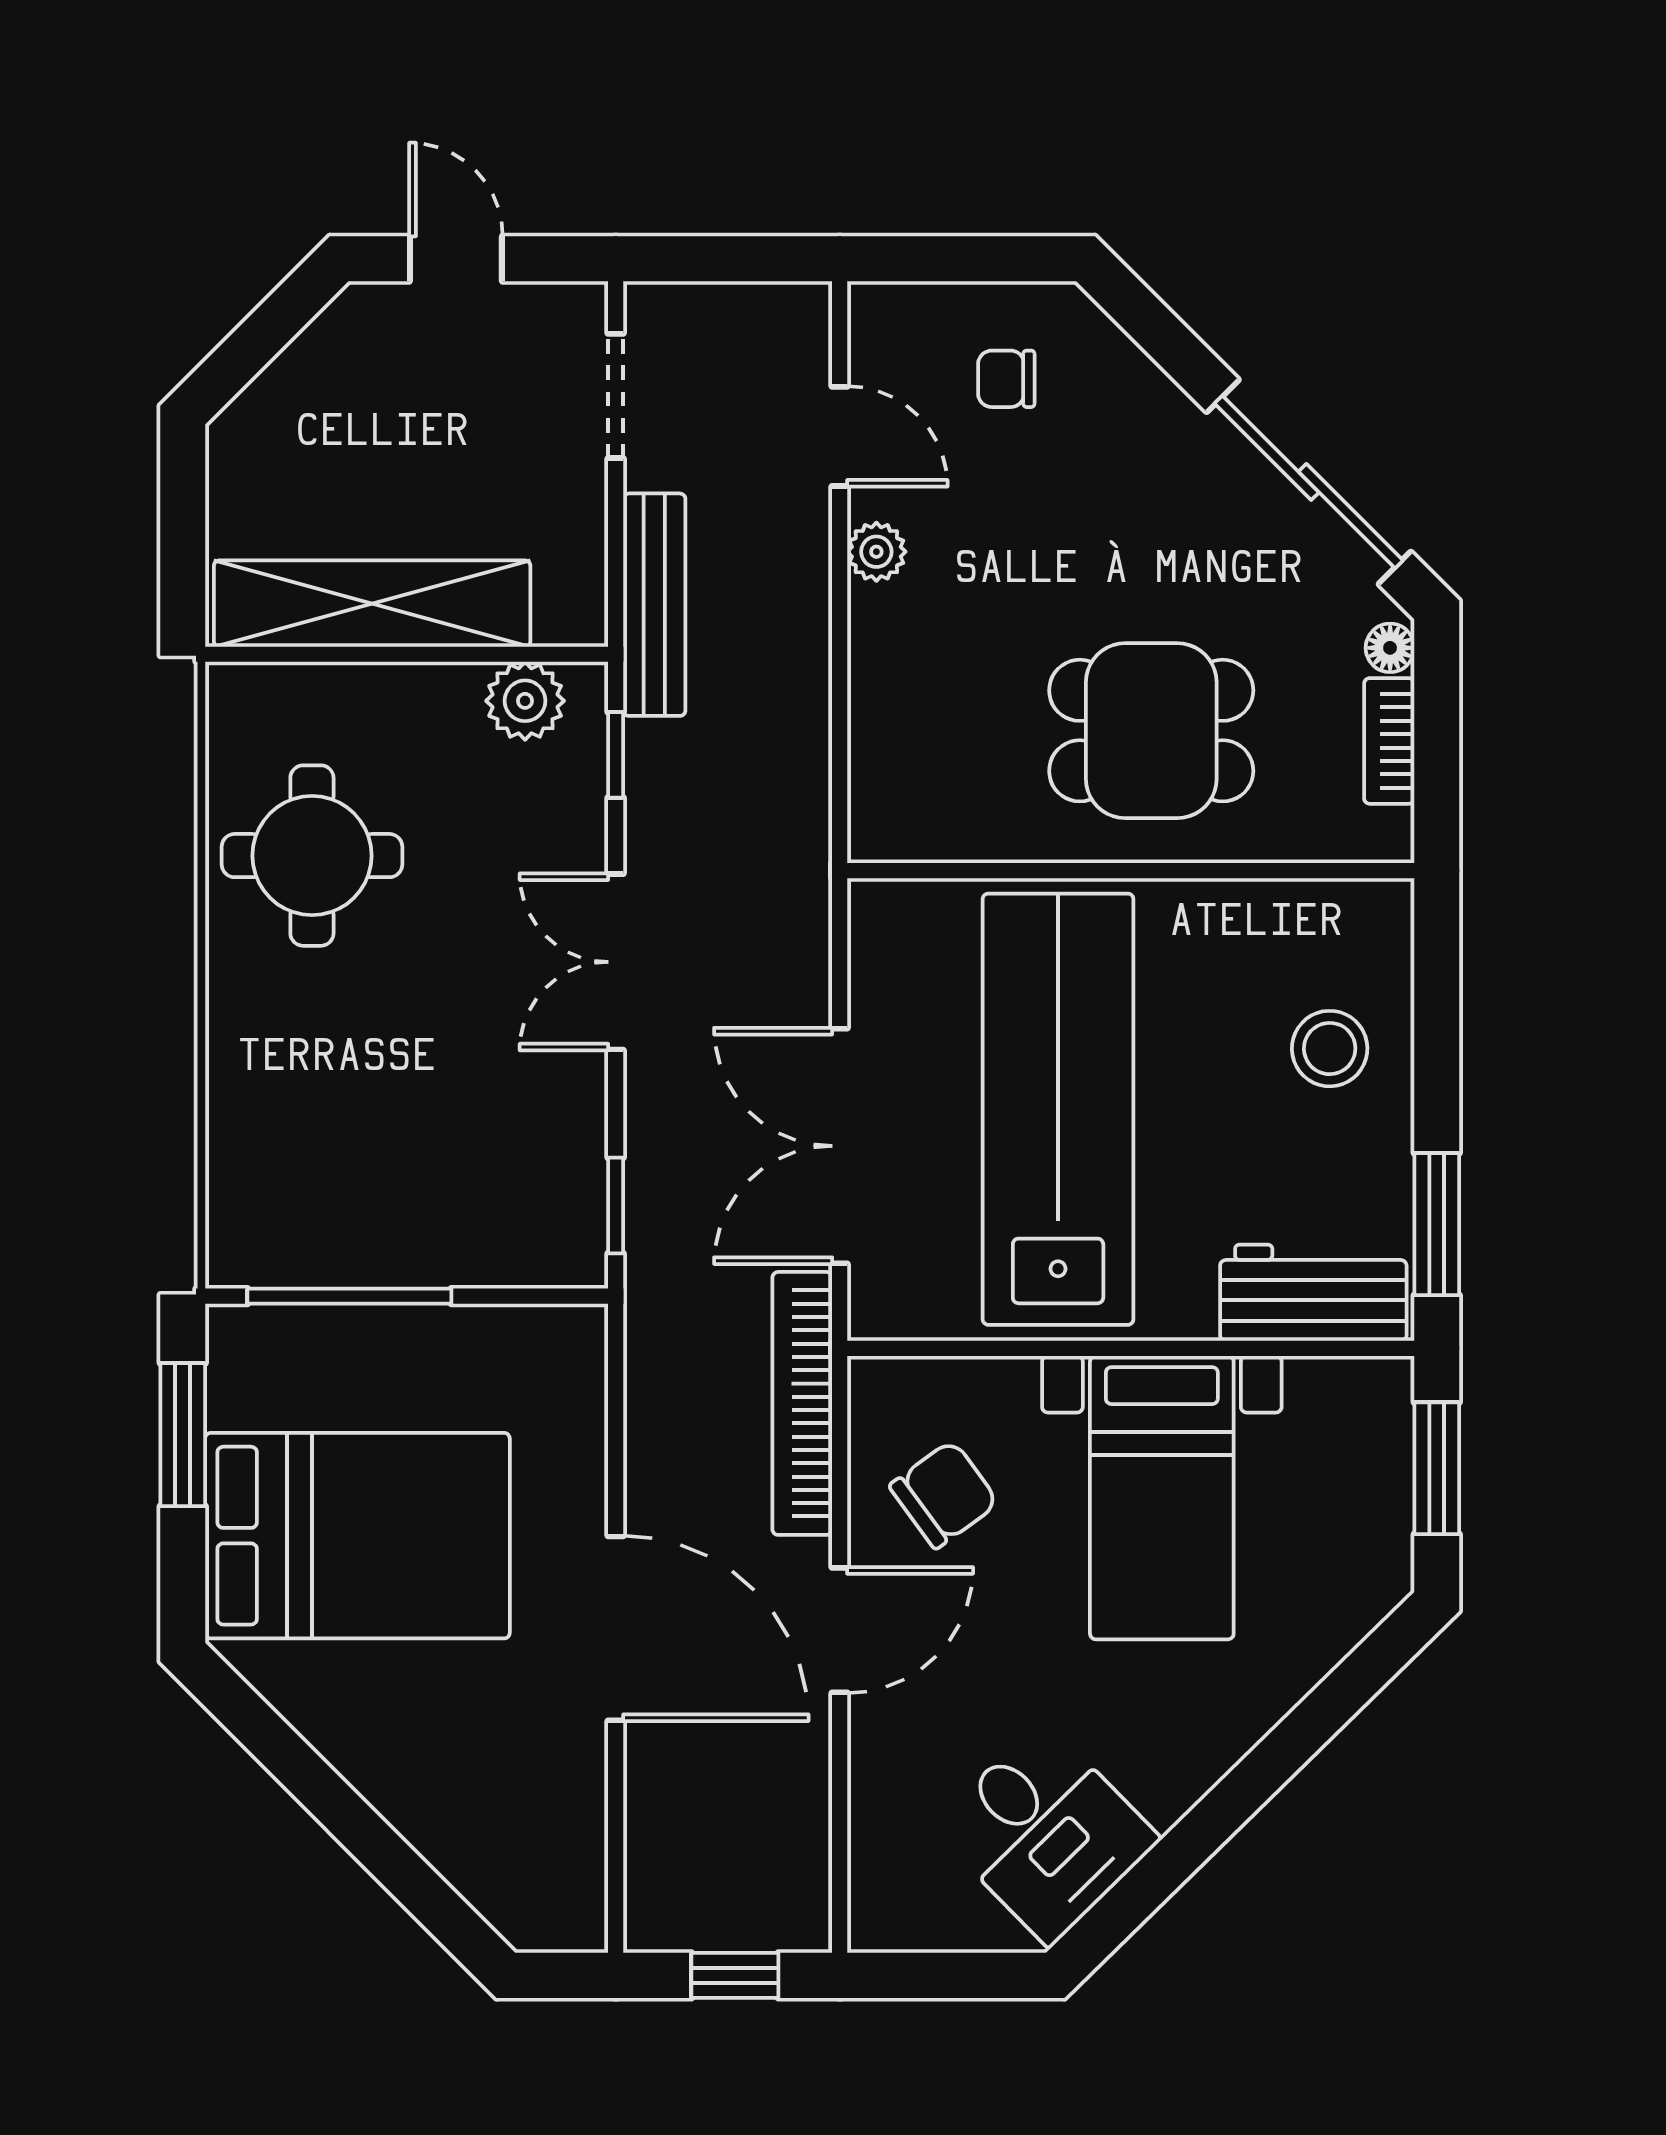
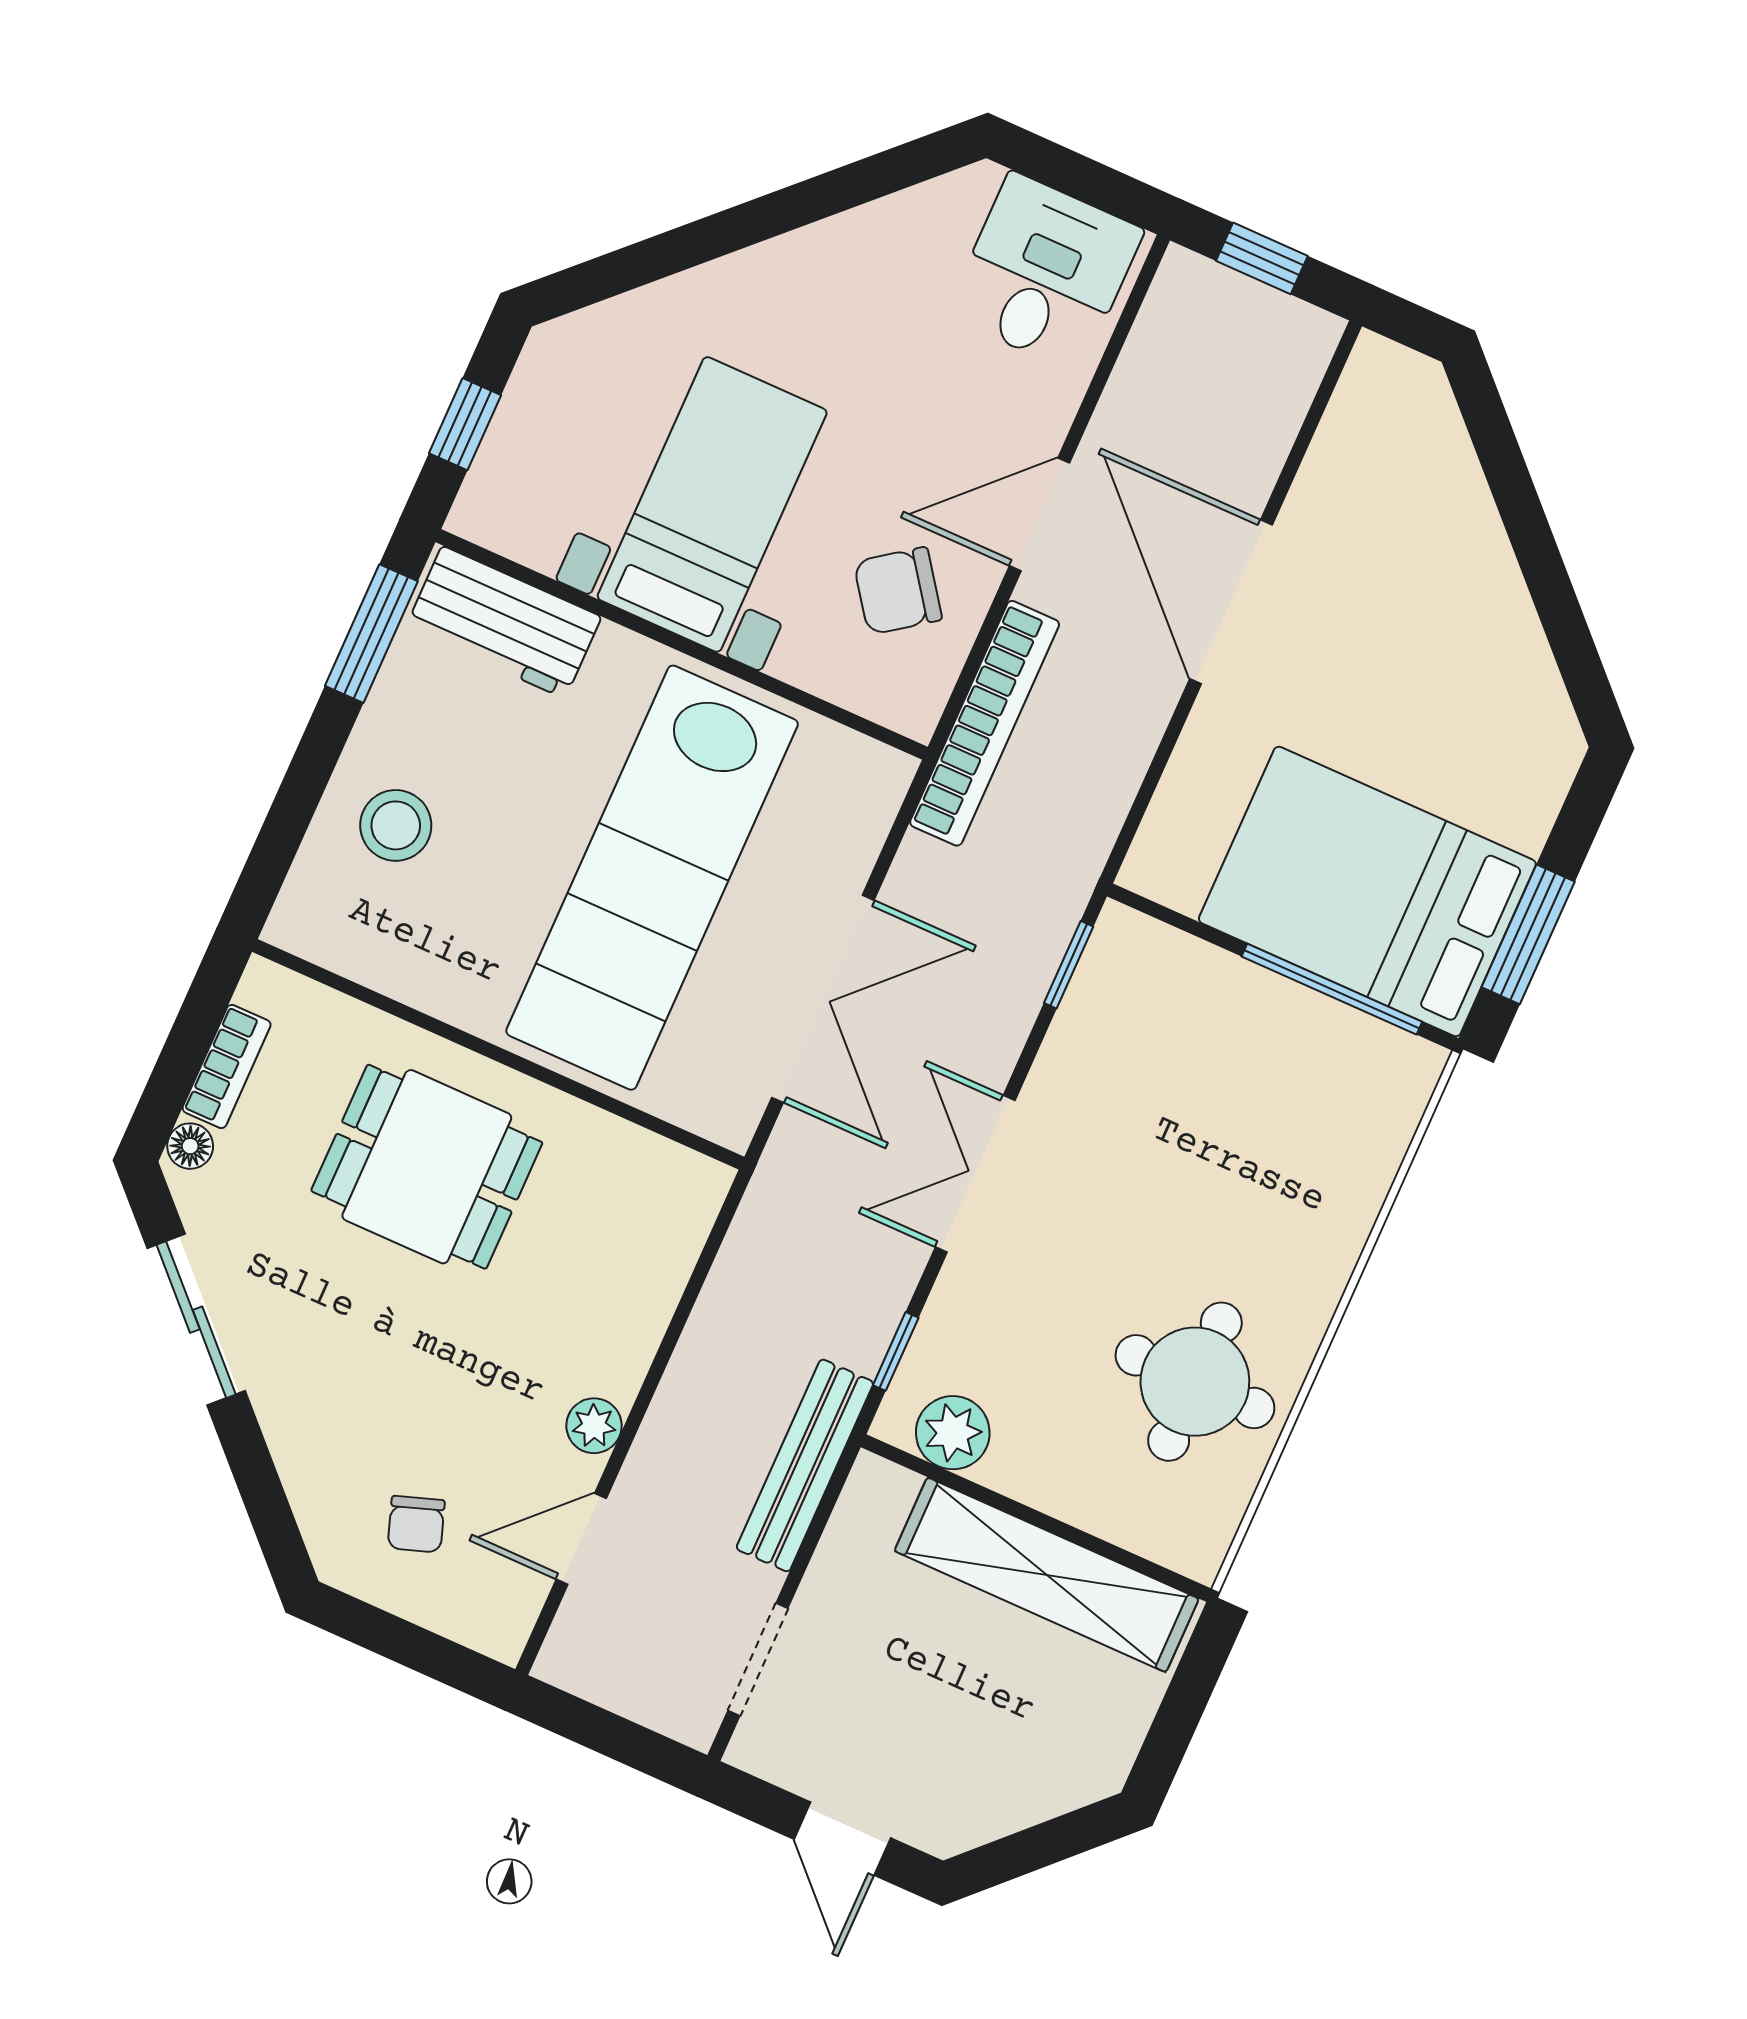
chair: (1006, 379) -> (416, 1524), turned 71
door: (840, 436) -> (581, 1539), hinge flipped
sliding door: (1309, 482) -> (196, 1320), width x0.73
double door: (616, 962) -> (975, 1174), swing flipped
double door: (840, 1146) -> (823, 999), moved
window: (1437, 1468) -> (465, 424), width x0.67
bed: (357, 1536) -> (1367, 891), moved
desk: (1046, 1833) -> (1045, 273), moved, turned 44

